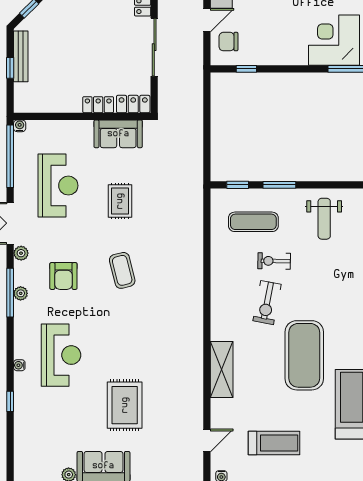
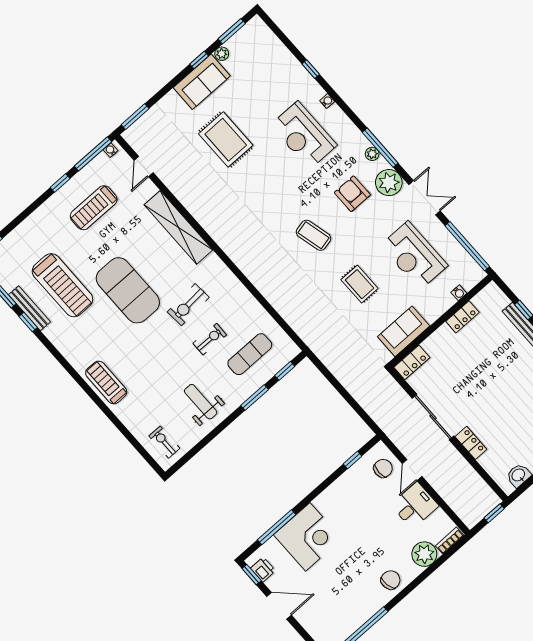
locker: (98, 105) -> (462, 317), moved
water cooler: (20, 126) -> (459, 293), moved
plant: (21, 253) -> (389, 183), width x1.88, depth x1.88
exercise bike: (267, 303) -> (188, 305), turned -105
shelving: (222, 369) -> (178, 227), width x1.47

